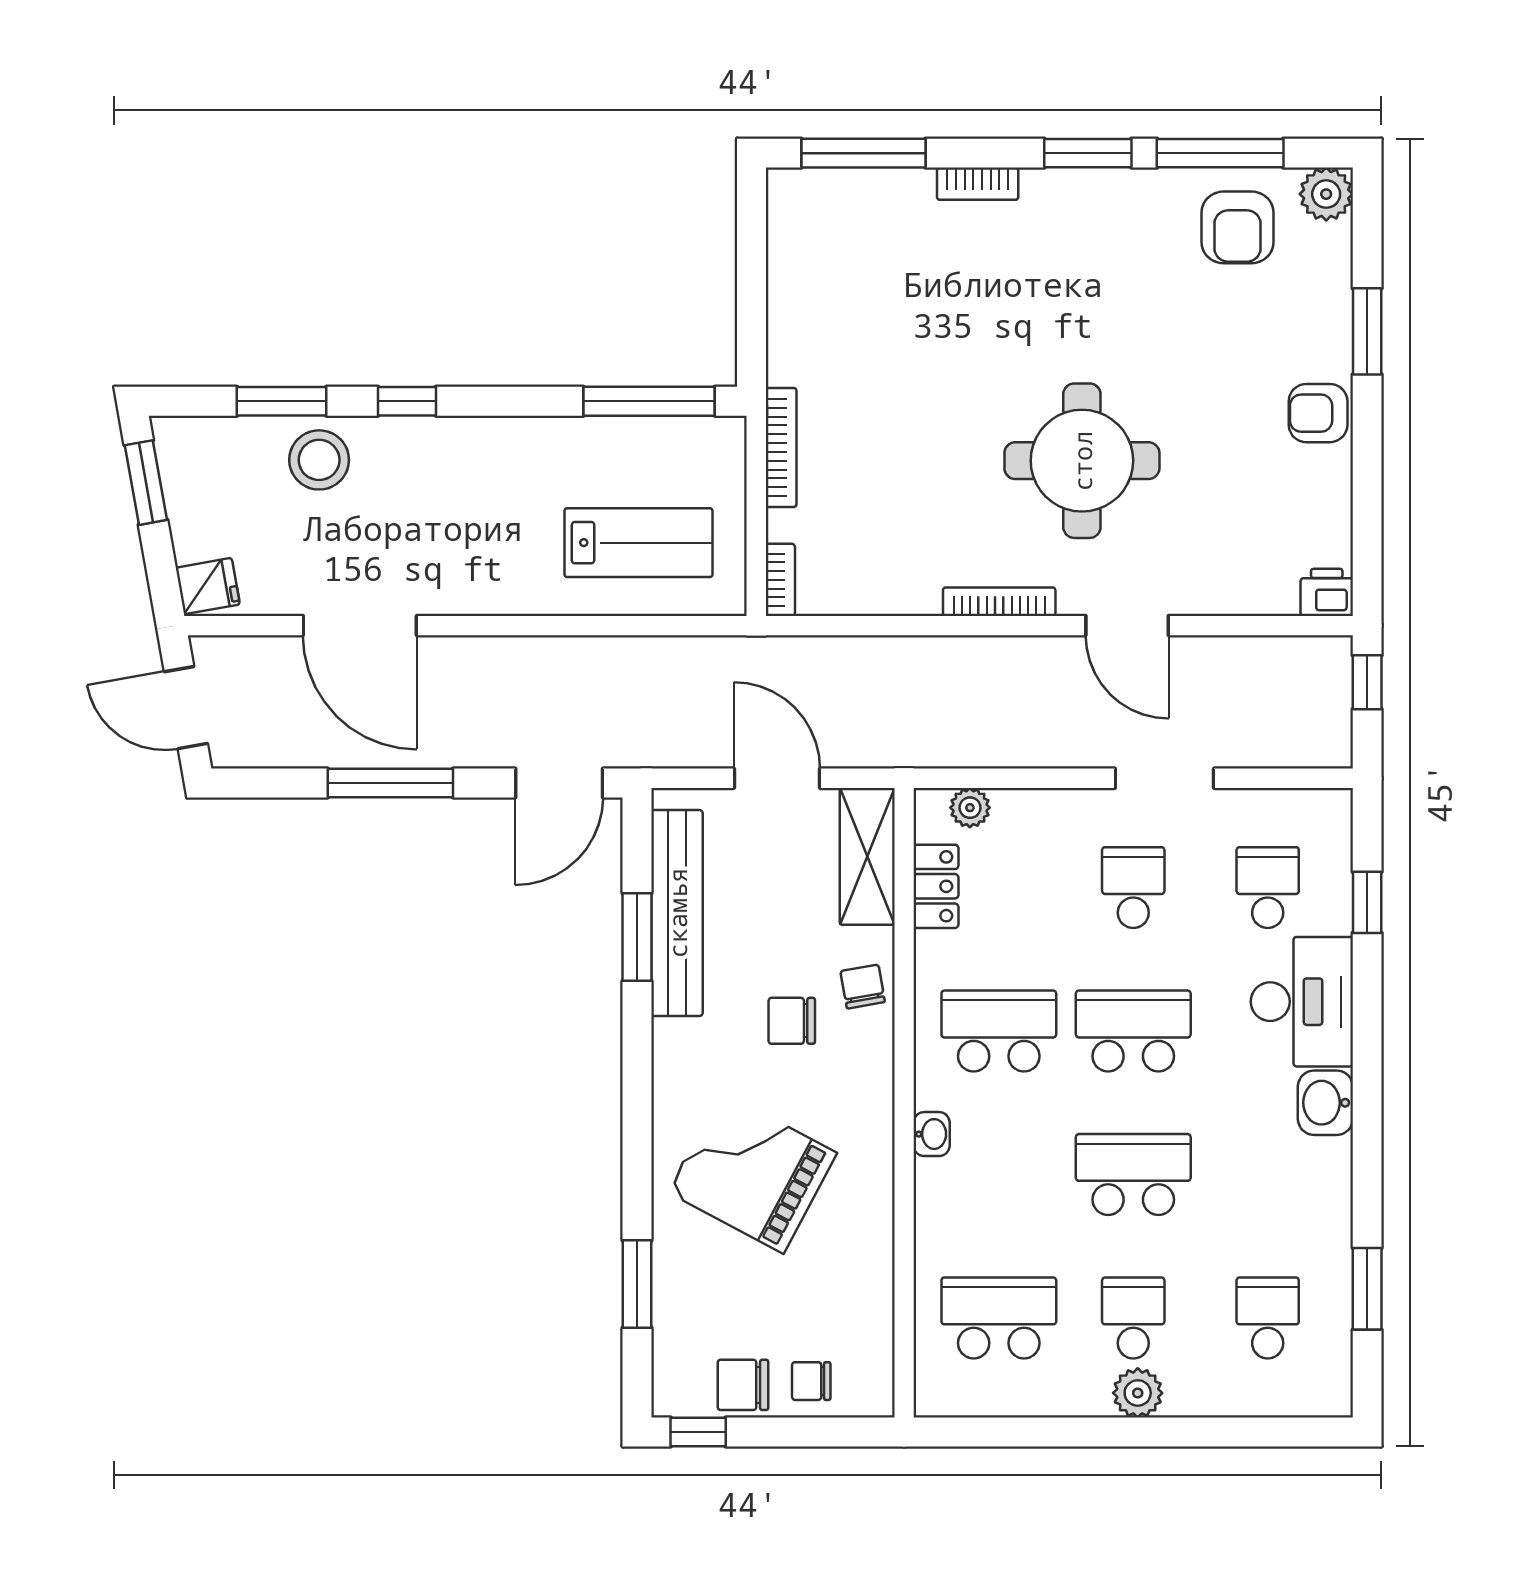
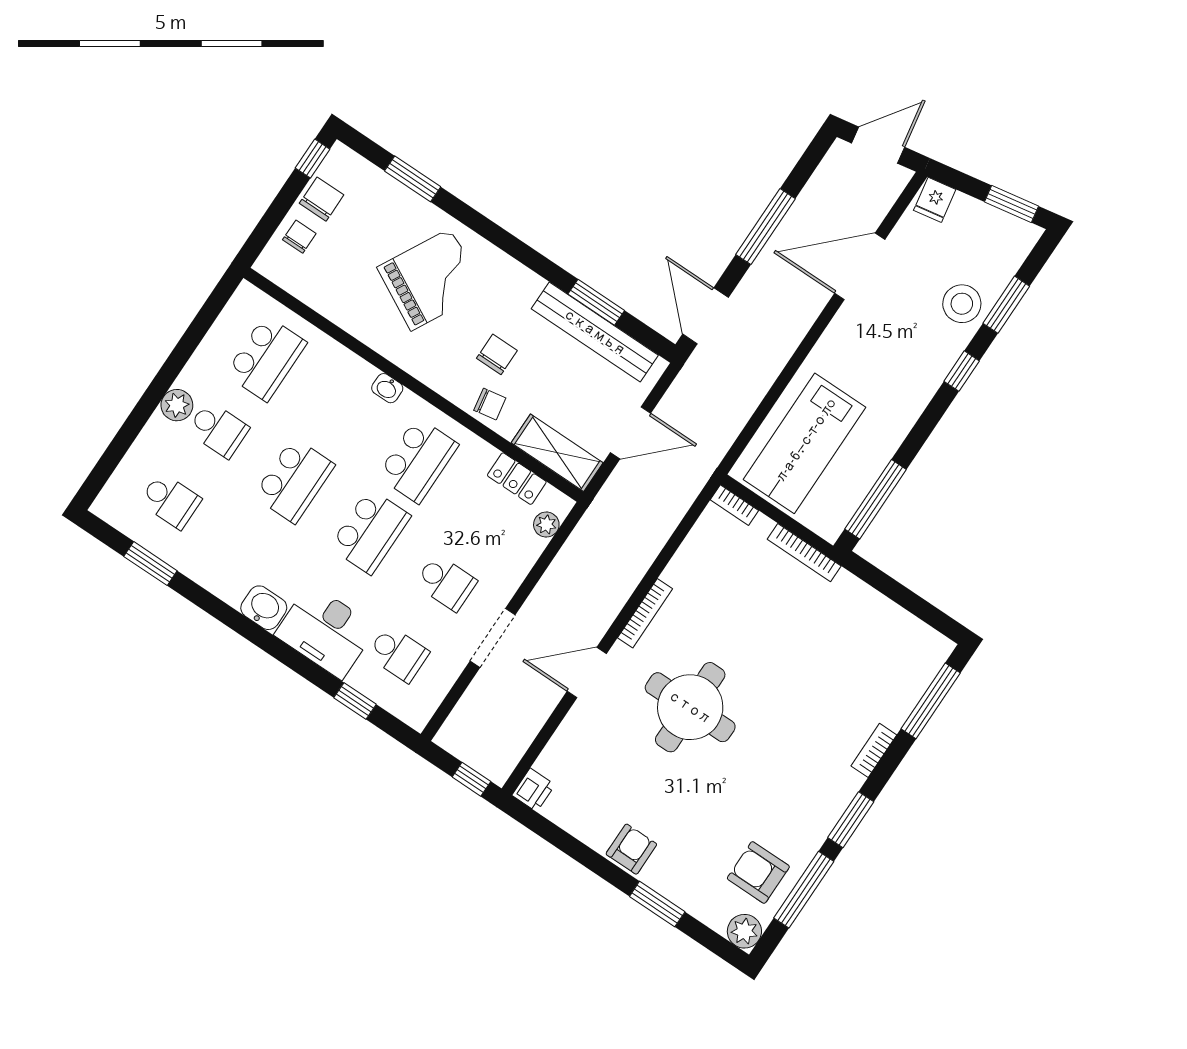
lab bench: (639, 543) -> (804, 443), width x1.36, depth x1.39

